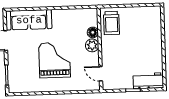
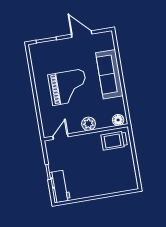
sofa: (29, 20) -> (109, 74), moved
floor lamp: (93, 32) -> (118, 120), moved

